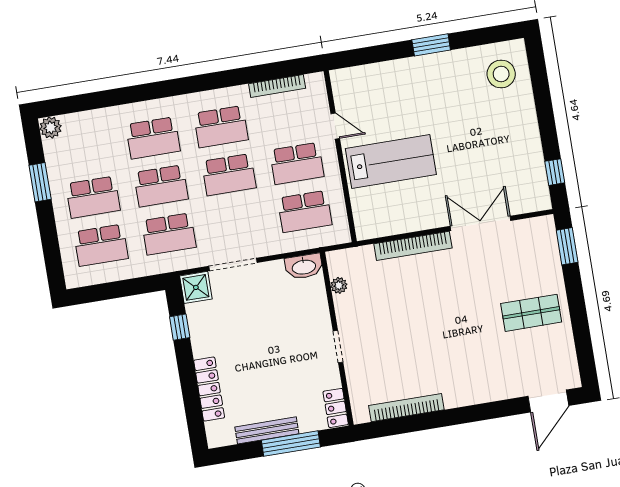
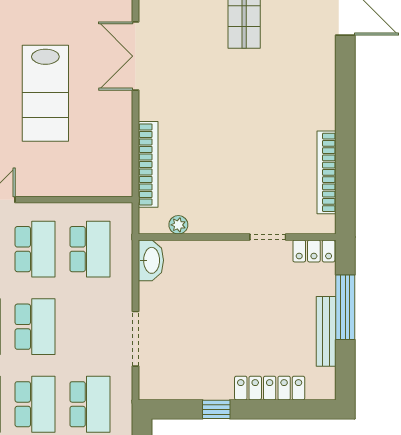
lab bench: (391, 162) -> (45, 93), moved, turned 180
bookcase: (413, 246) -> (148, 164), moved
shower: (196, 287) -> (154, 384), removed
window: (180, 327) -> (216, 409), moved
doorway: (338, 347) -> (268, 237), moved

